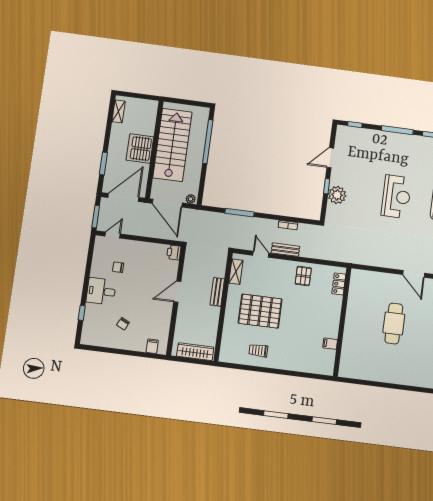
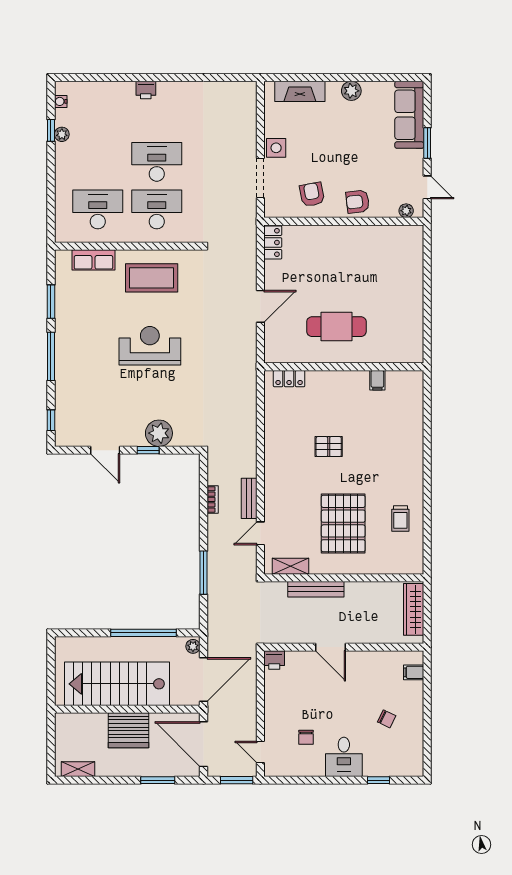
window: (208, 142) -> (143, 633), moved
pallet: (303, 276) -> (329, 447), moved
locker: (339, 284) -> (289, 379), moved
bench: (217, 292) -> (316, 589), width x1.36
wall: (342, 322) -> (344, 367), moved
filing cabinet: (330, 344) -> (377, 380), moved

